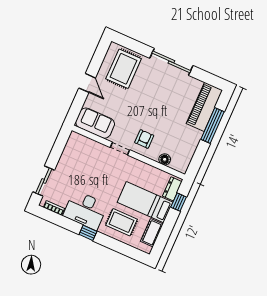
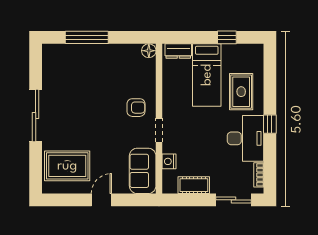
piano: (204, 107) -> (70, 56), removed
armchair: (144, 139) -> (136, 108), turned 180
nightstand: (93, 146) -> (169, 161), added
floor lamp: (165, 159) -> (149, 51), moved
window: (179, 202) -> (227, 37), moved
cot: (152, 233) -> (194, 185), moved

